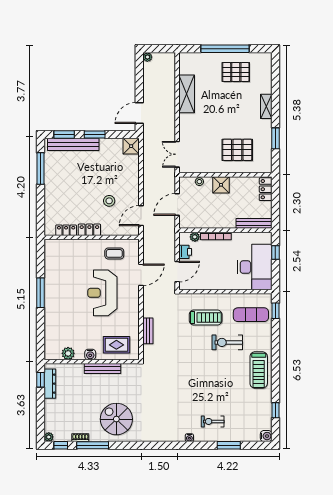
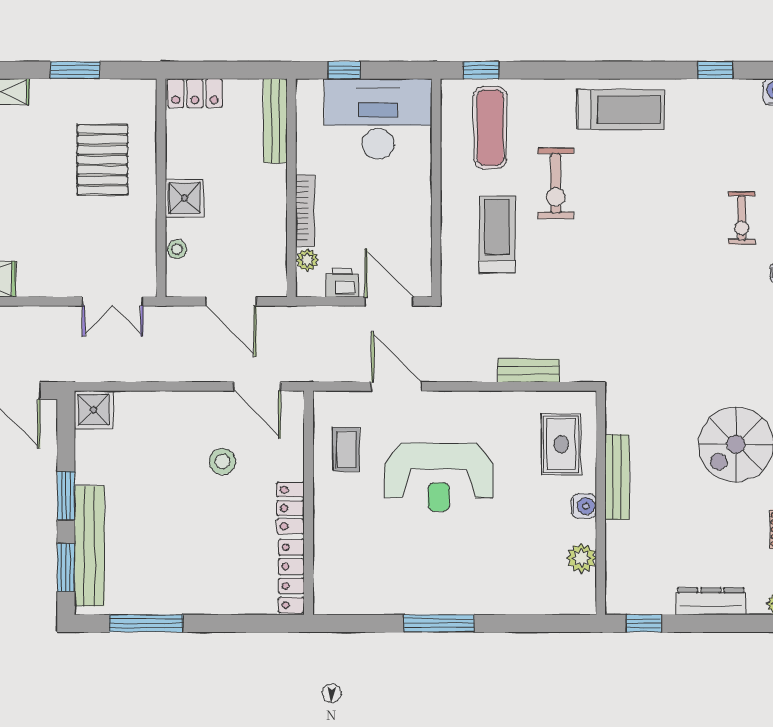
locker: (66, 230) -> (291, 576), width x1.53
dresser: (50, 384) -> (711, 601), moved

